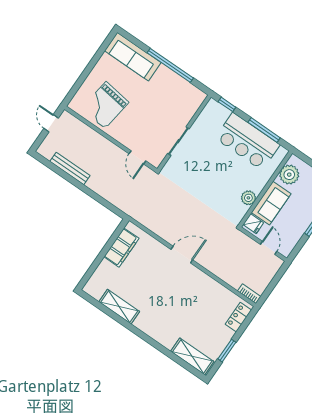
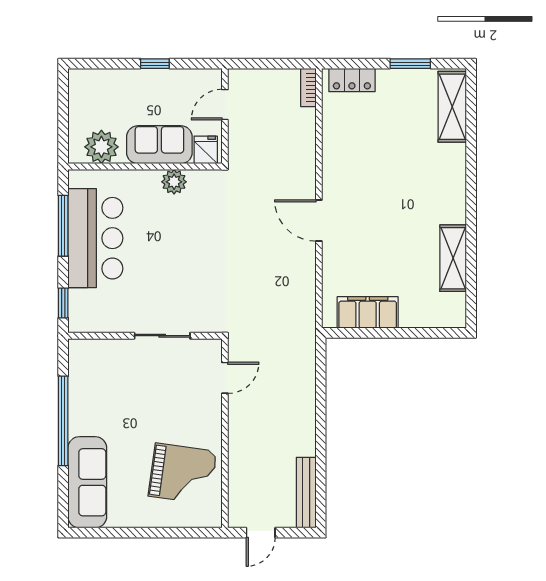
bench: (70, 168) -> (306, 493), moved

